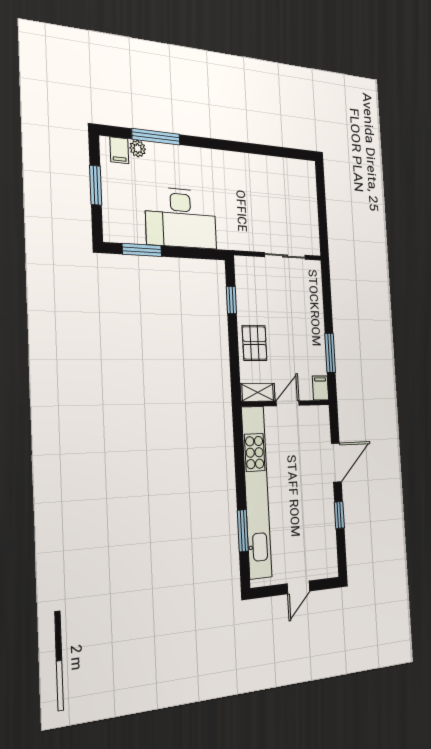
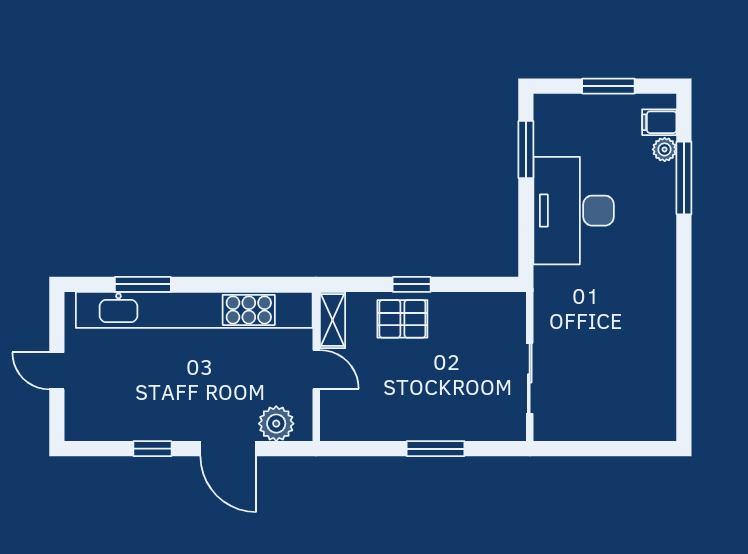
window: (231, 300) -> (412, 284), moved
window: (330, 353) -> (435, 449), moved
filing cabinet: (320, 388) -> (338, 428), removed
plant: (320, 430) -> (276, 424), added

